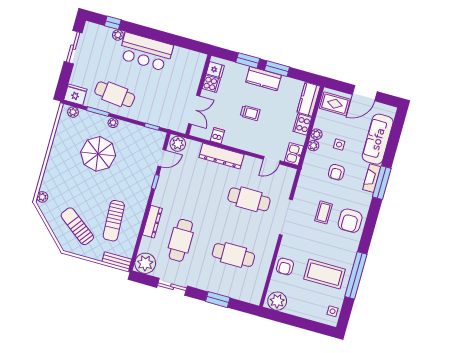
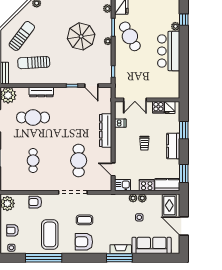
window: (277, 69) -> (184, 173), moved
cafe table: (115, 94) -> (130, 36), turned -34
plant: (178, 144) -> (106, 95), removed
armchair: (336, 172) -> (12, 230), moved
cafe table: (233, 255) -> (33, 161), width x0.73, depth x0.74
coffee table: (325, 274) -> (50, 234), moved

